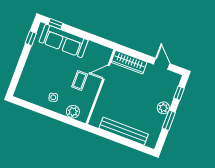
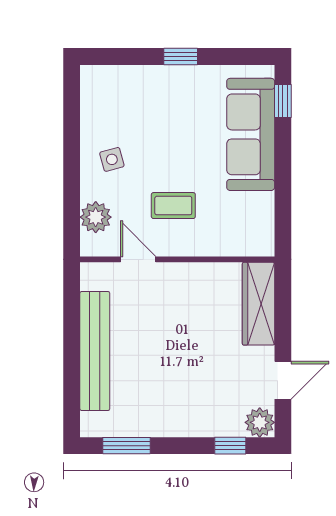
window: (31, 38) -> (181, 56), moved
door: (106, 72) -> (138, 259), moved
plant: (163, 108) -> (260, 422), moved
window: (169, 120) -> (126, 446), moved

